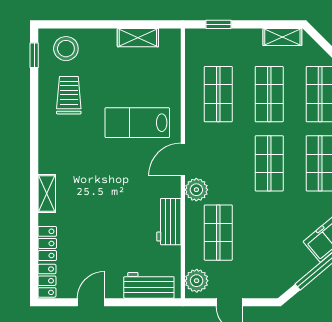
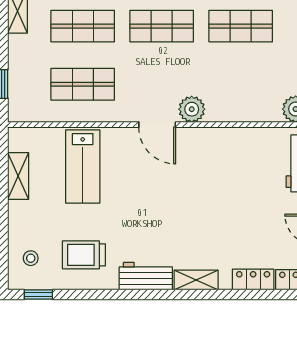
stool: (66, 49) -> (31, 258), width x0.53, depth x0.53
lab bench: (137, 123) -> (83, 167), moved
workbench: (169, 222) -> (146, 276), moved, turned 180
shop shelf: (218, 233) -> (241, 26), moved

